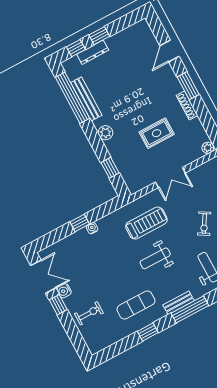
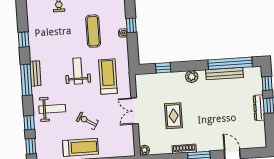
dresser: (93, 52) -> (259, 108), moved
treadmill: (146, 223) -> (108, 77), turned 180
exercise mat: (136, 305) -> (93, 31), moved

